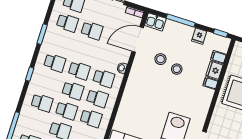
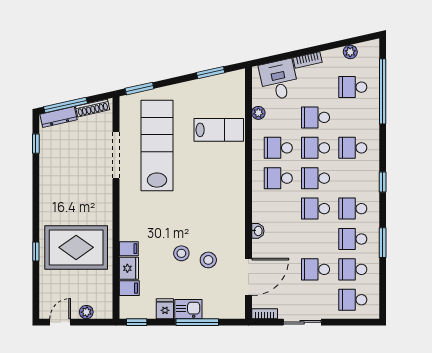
kitchen sink: (155, 22) -> (188, 309), moved
school desk: (104, 78) -> (353, 239), moved

